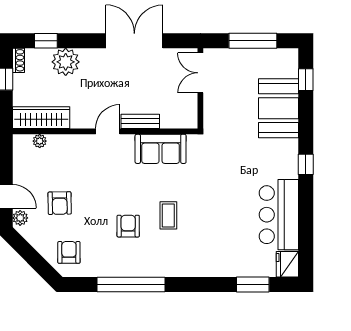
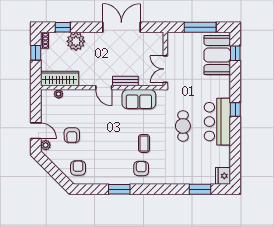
double door: (200, 73) -> (165, 69), moved
booth: (279, 108) -> (217, 55), moved
door: (108, 131) -> (104, 88), swing flipped
cafe table: (227, 189) -> (183, 126), added
bar counter: (279, 215) -> (217, 122), moved
armchair: (128, 226) -> (141, 168), moved
window: (131, 284) -> (119, 189), width x0.47

